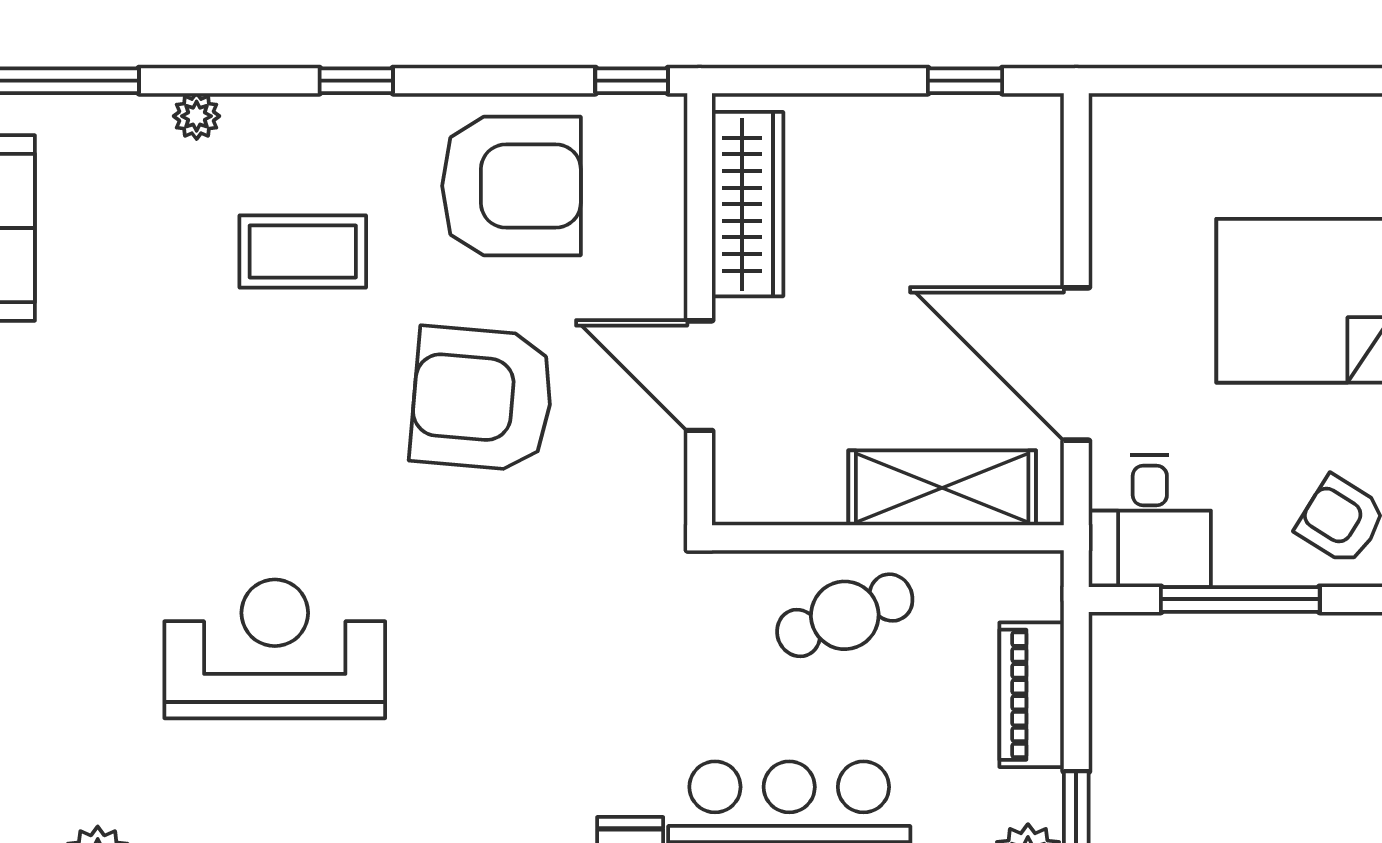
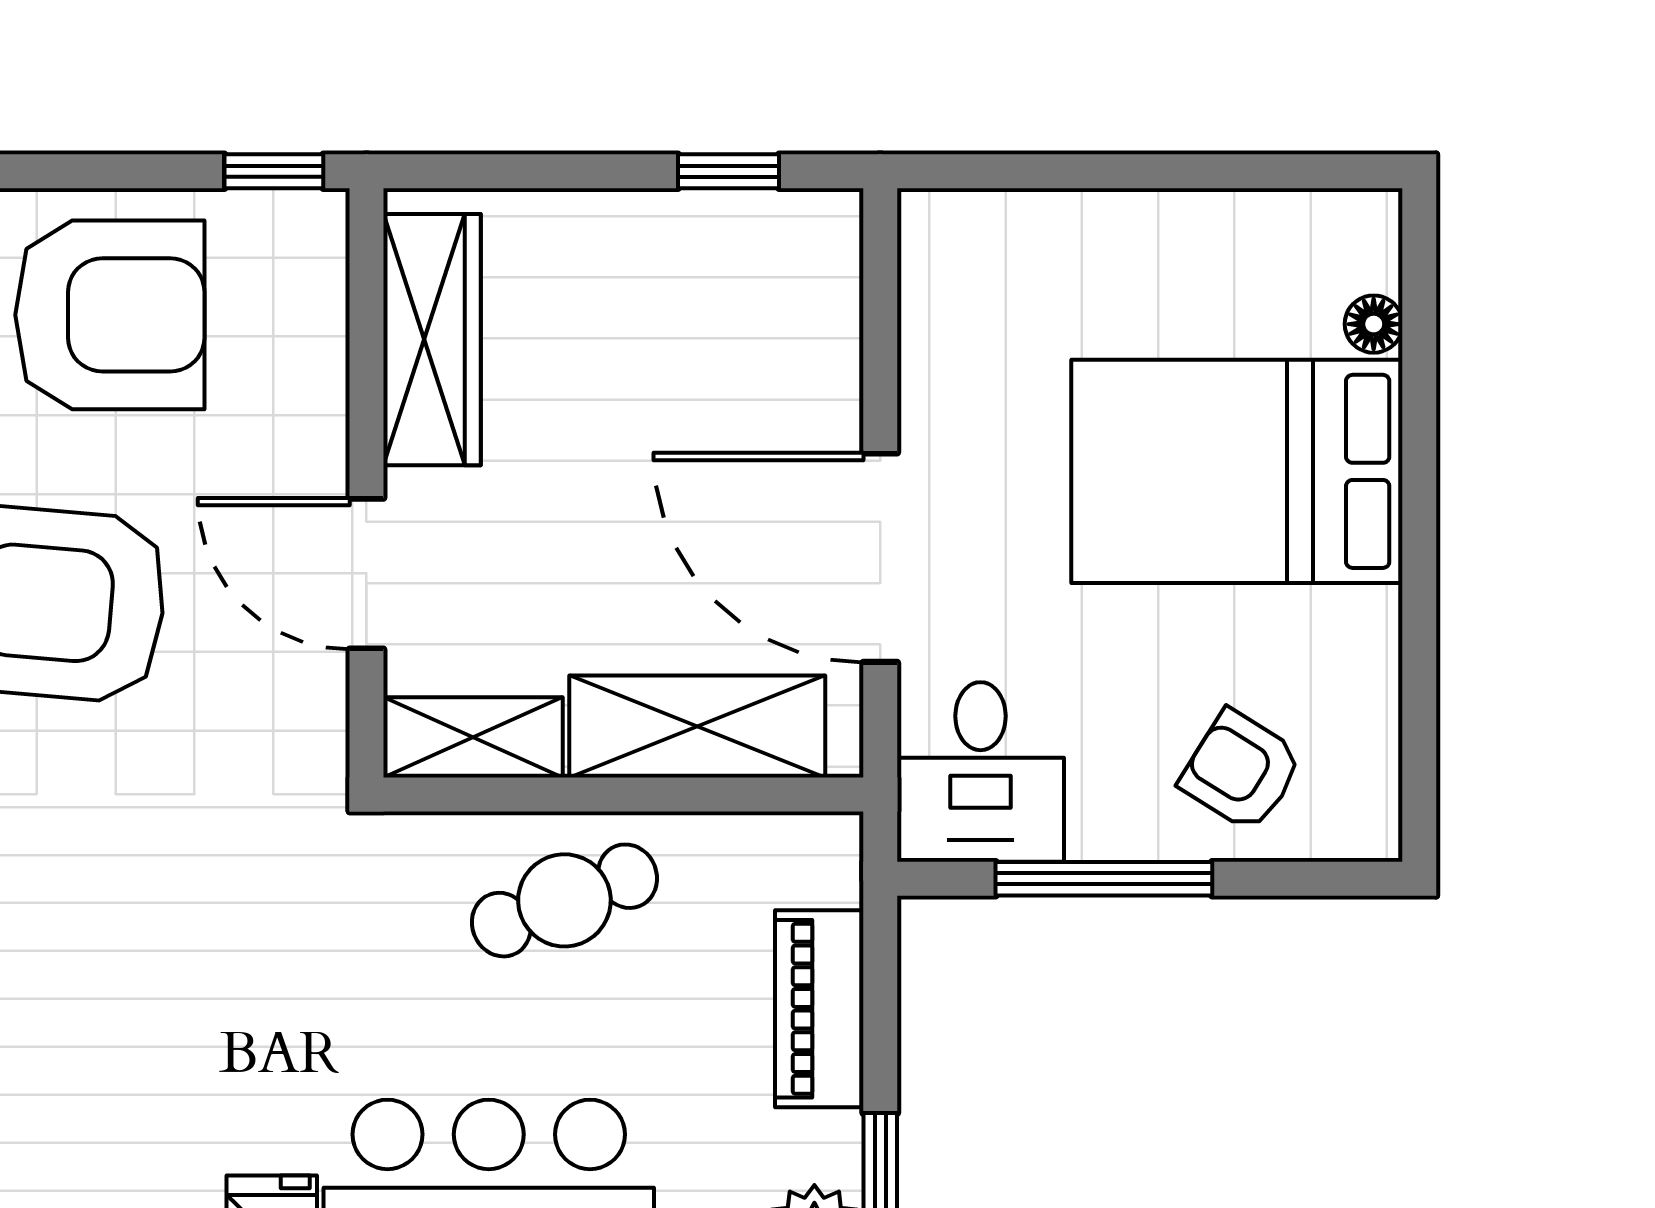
shelving: (778, 496) -> (473, 737), added

